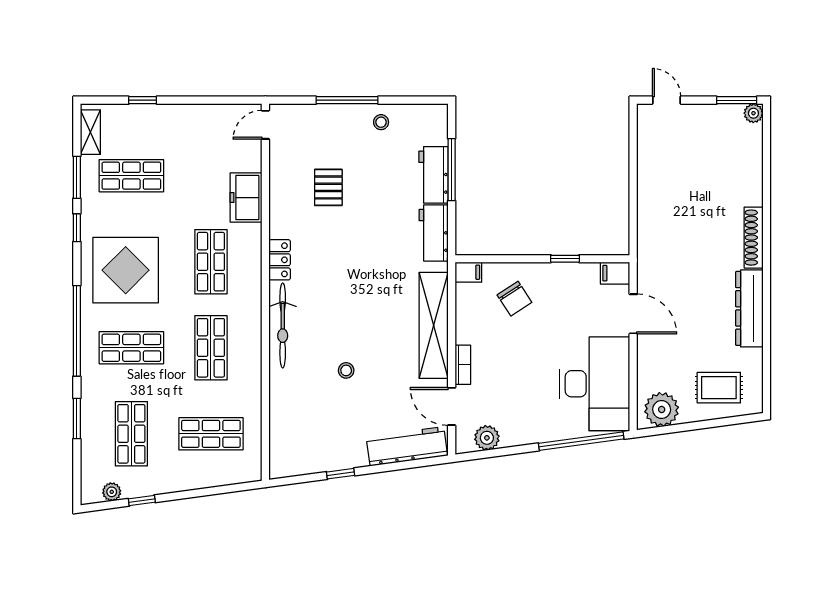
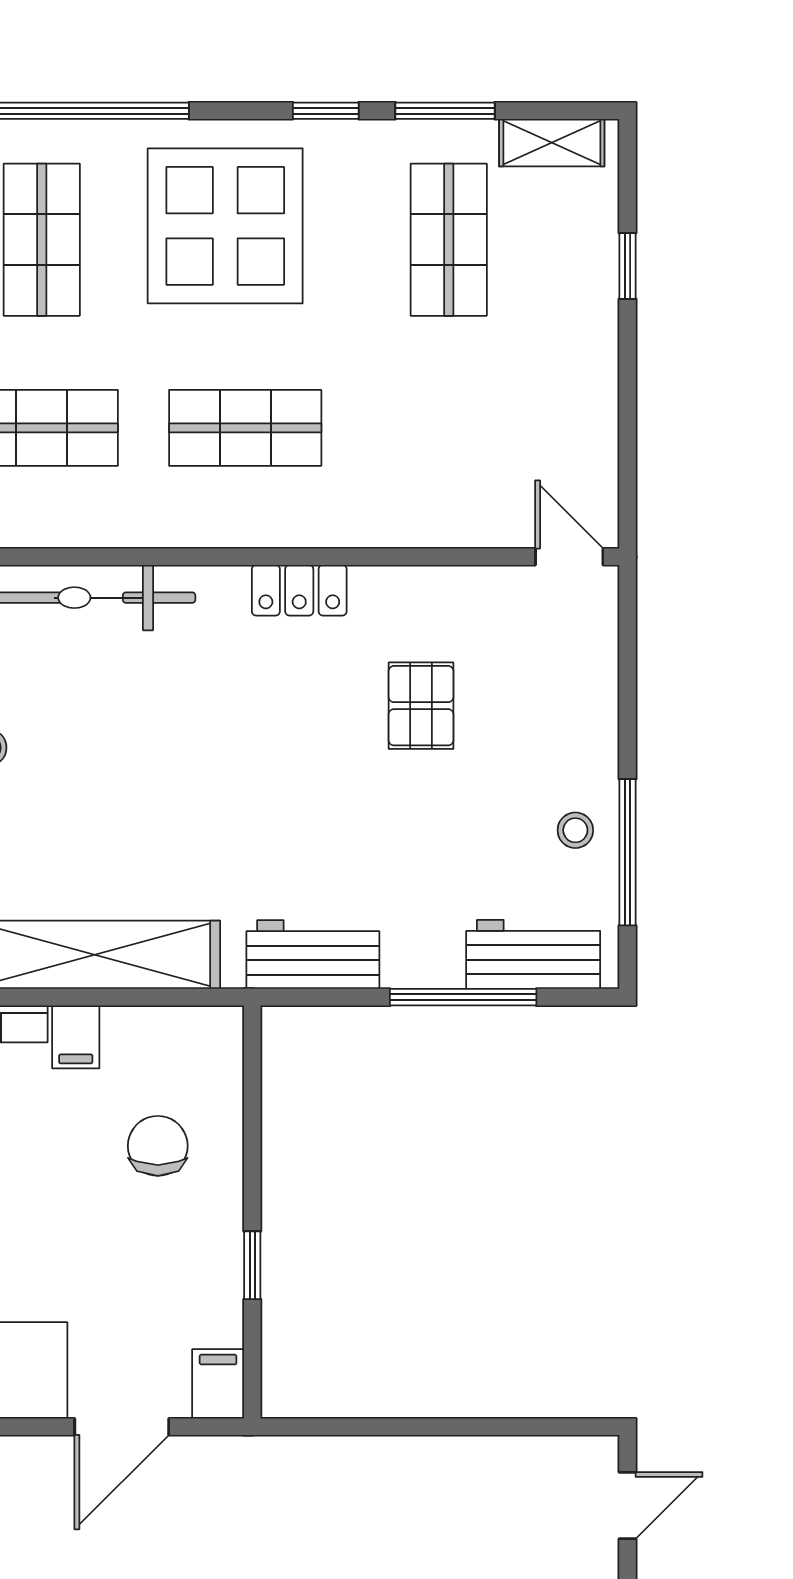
window: (347, 100) -> (627, 852), moved
workbench: (434, 175) -> (533, 954), moved
pallet: (328, 187) -> (421, 706), turned 90
freezer: (246, 198) -> (397, 511), removed
locker: (280, 260) -> (299, 590), moved
filing cabinet: (468, 272) -> (76, 1037), moved
chair: (514, 299) -> (158, 1146), turned 123

